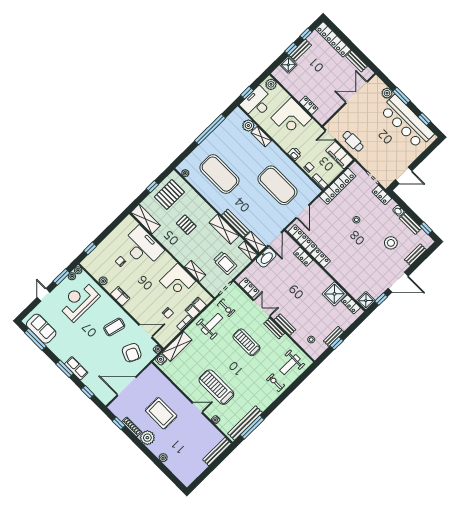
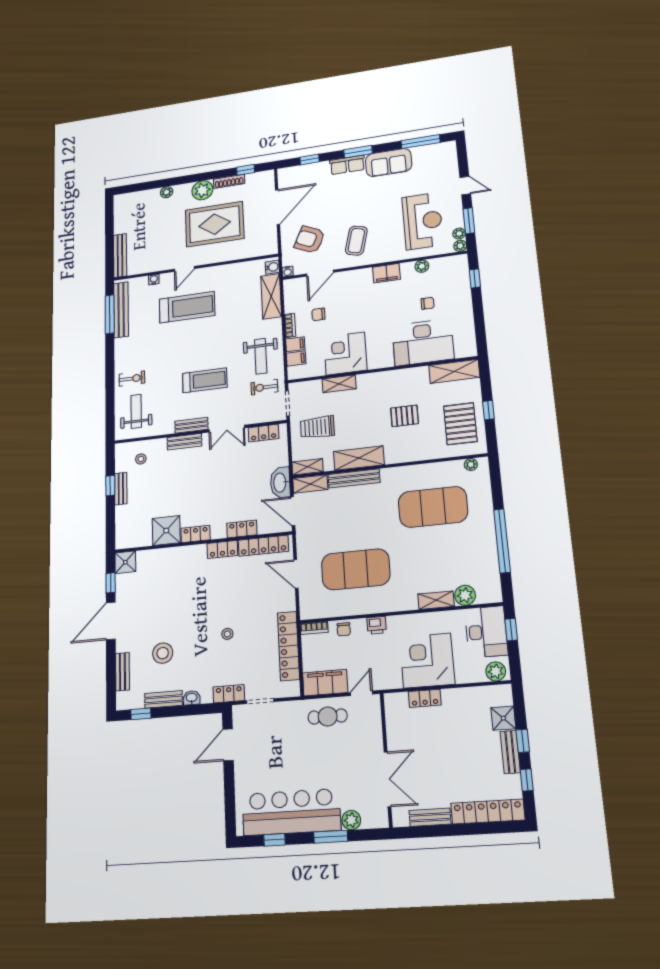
locker: (351, 304) -> (196, 534), moved
sofa: (41, 329) -> (389, 163), moved
rug: (161, 413) -> (215, 224), width x1.37, depth x1.44

